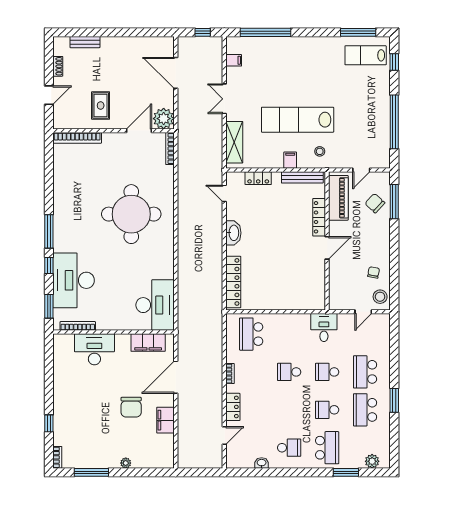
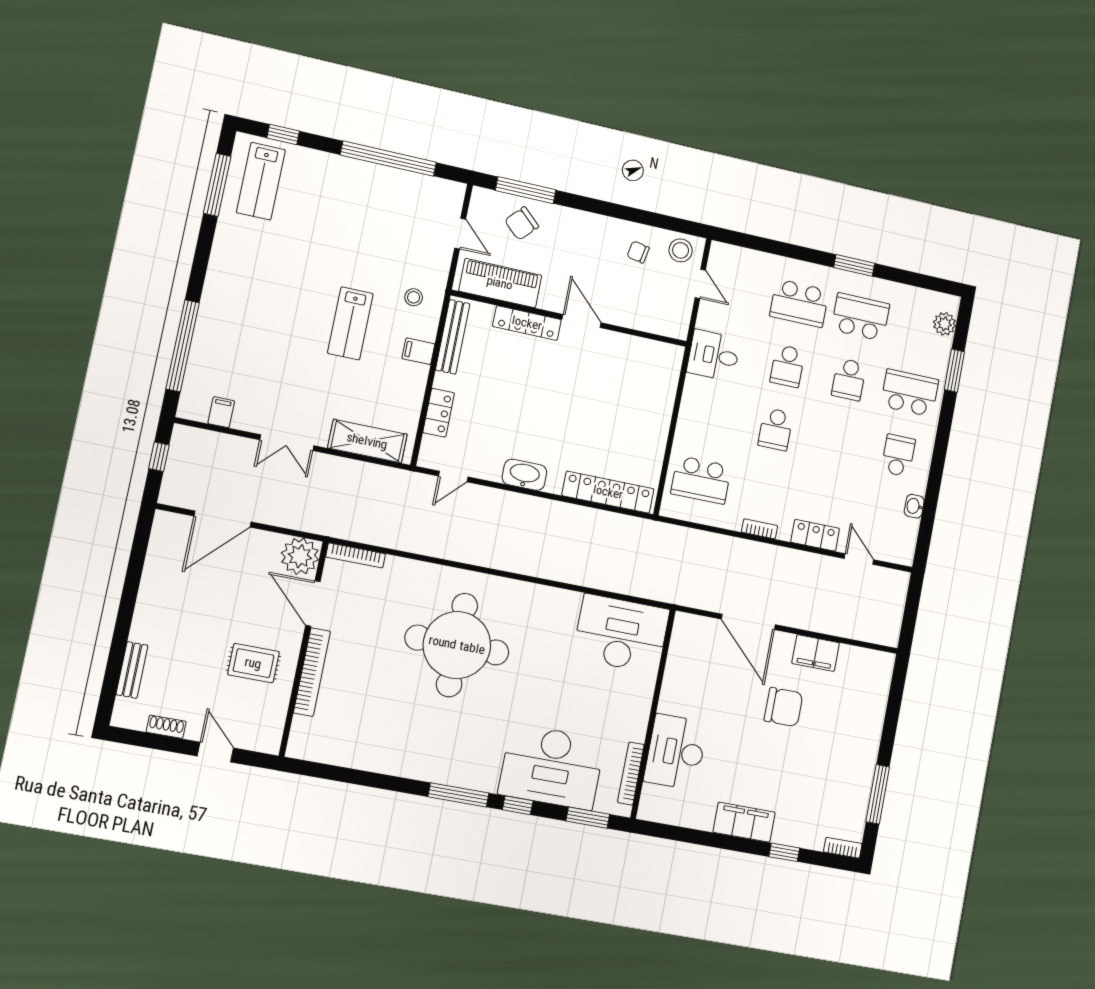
lab bench: (298, 120) -> (350, 323), width x0.54, depth x0.72
bookcase: (77, 138) -> (312, 672), moved
filing cabinet: (148, 343) -> (744, 822), moved, turned -90
school desk: (365, 410) -> (860, 317), turned 180
plant: (126, 463) -> (873, 733), removed

